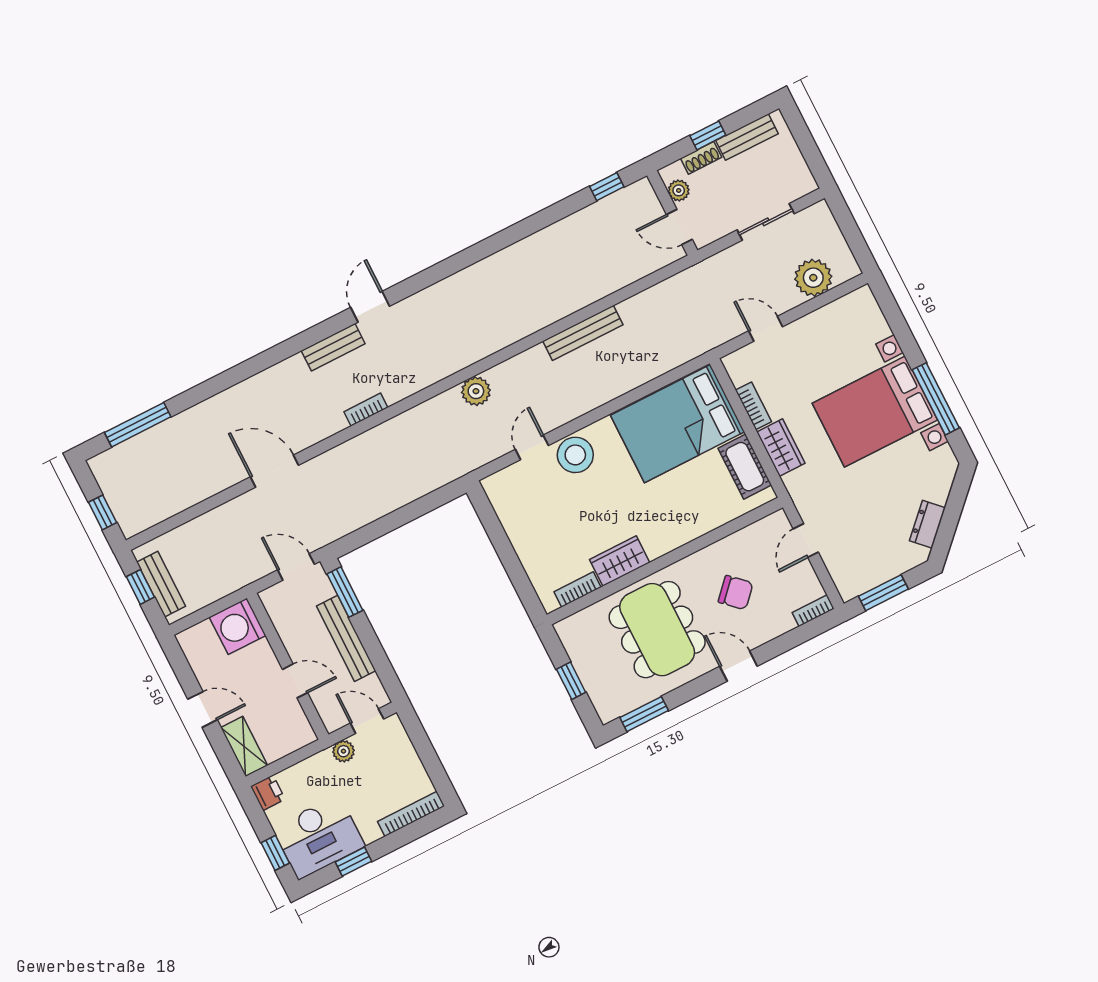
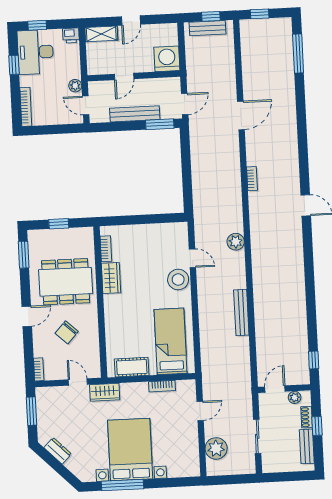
bench: (333, 347) -> (293, 176), removed
bed: (677, 424) -> (171, 341), width x0.67
wardrobe: (781, 448) -> (105, 392), moved
door: (367, 721) -> (86, 105), swing flipped

